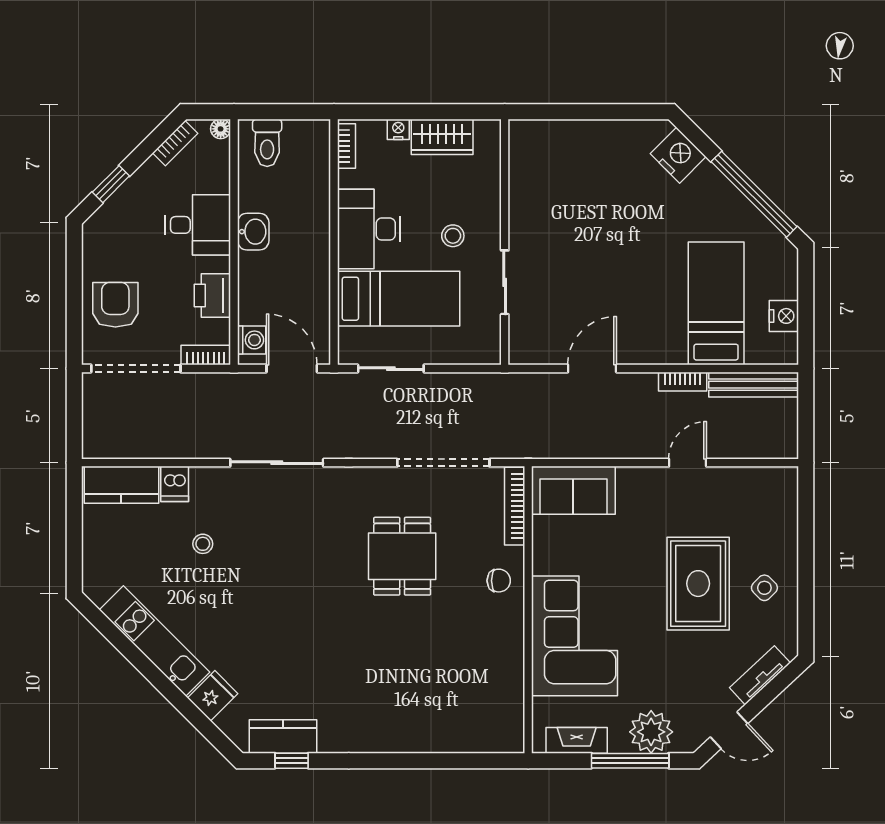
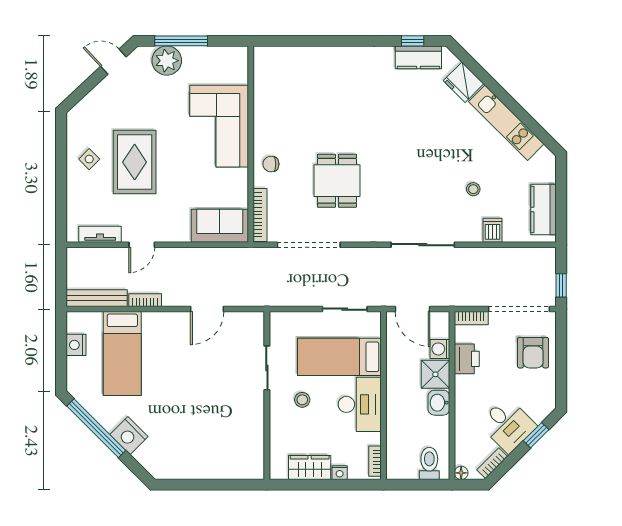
nightstand: (678, 155) -> (129, 436), moved
desk: (198, 225) -> (508, 425), moved, turned -135
shower: (258, 273) -> (435, 374), added
washing machine: (252, 340) -> (440, 349), moved
window: (74, 403) -> (561, 285), added
kitchen counter: (121, 485) -> (543, 209), moved, turned -90
tv unit: (760, 675) -> (100, 234), moved, turned -137
fridge: (213, 696) -> (464, 82), width x1.38
fireplace: (577, 740) -> (218, 55), removed

